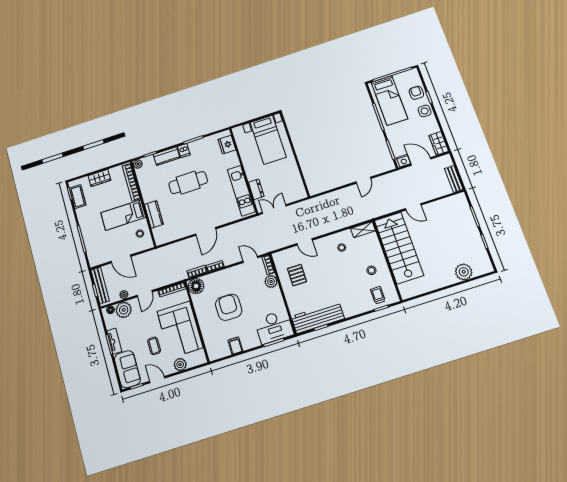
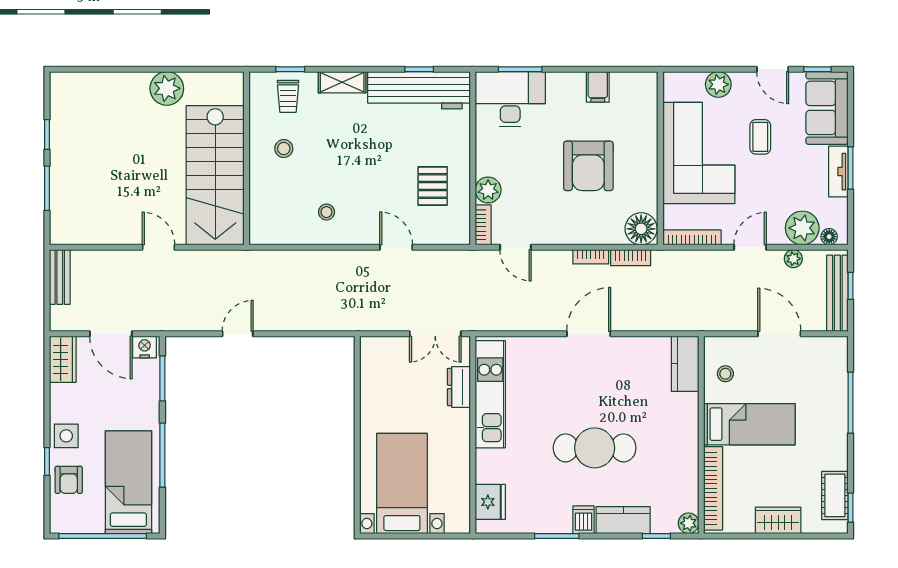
kitchen counter: (154, 214) -> (685, 364), moved
shelving: (363, 230) -> (342, 82), moved
plant: (464, 272) -> (167, 88), moved

